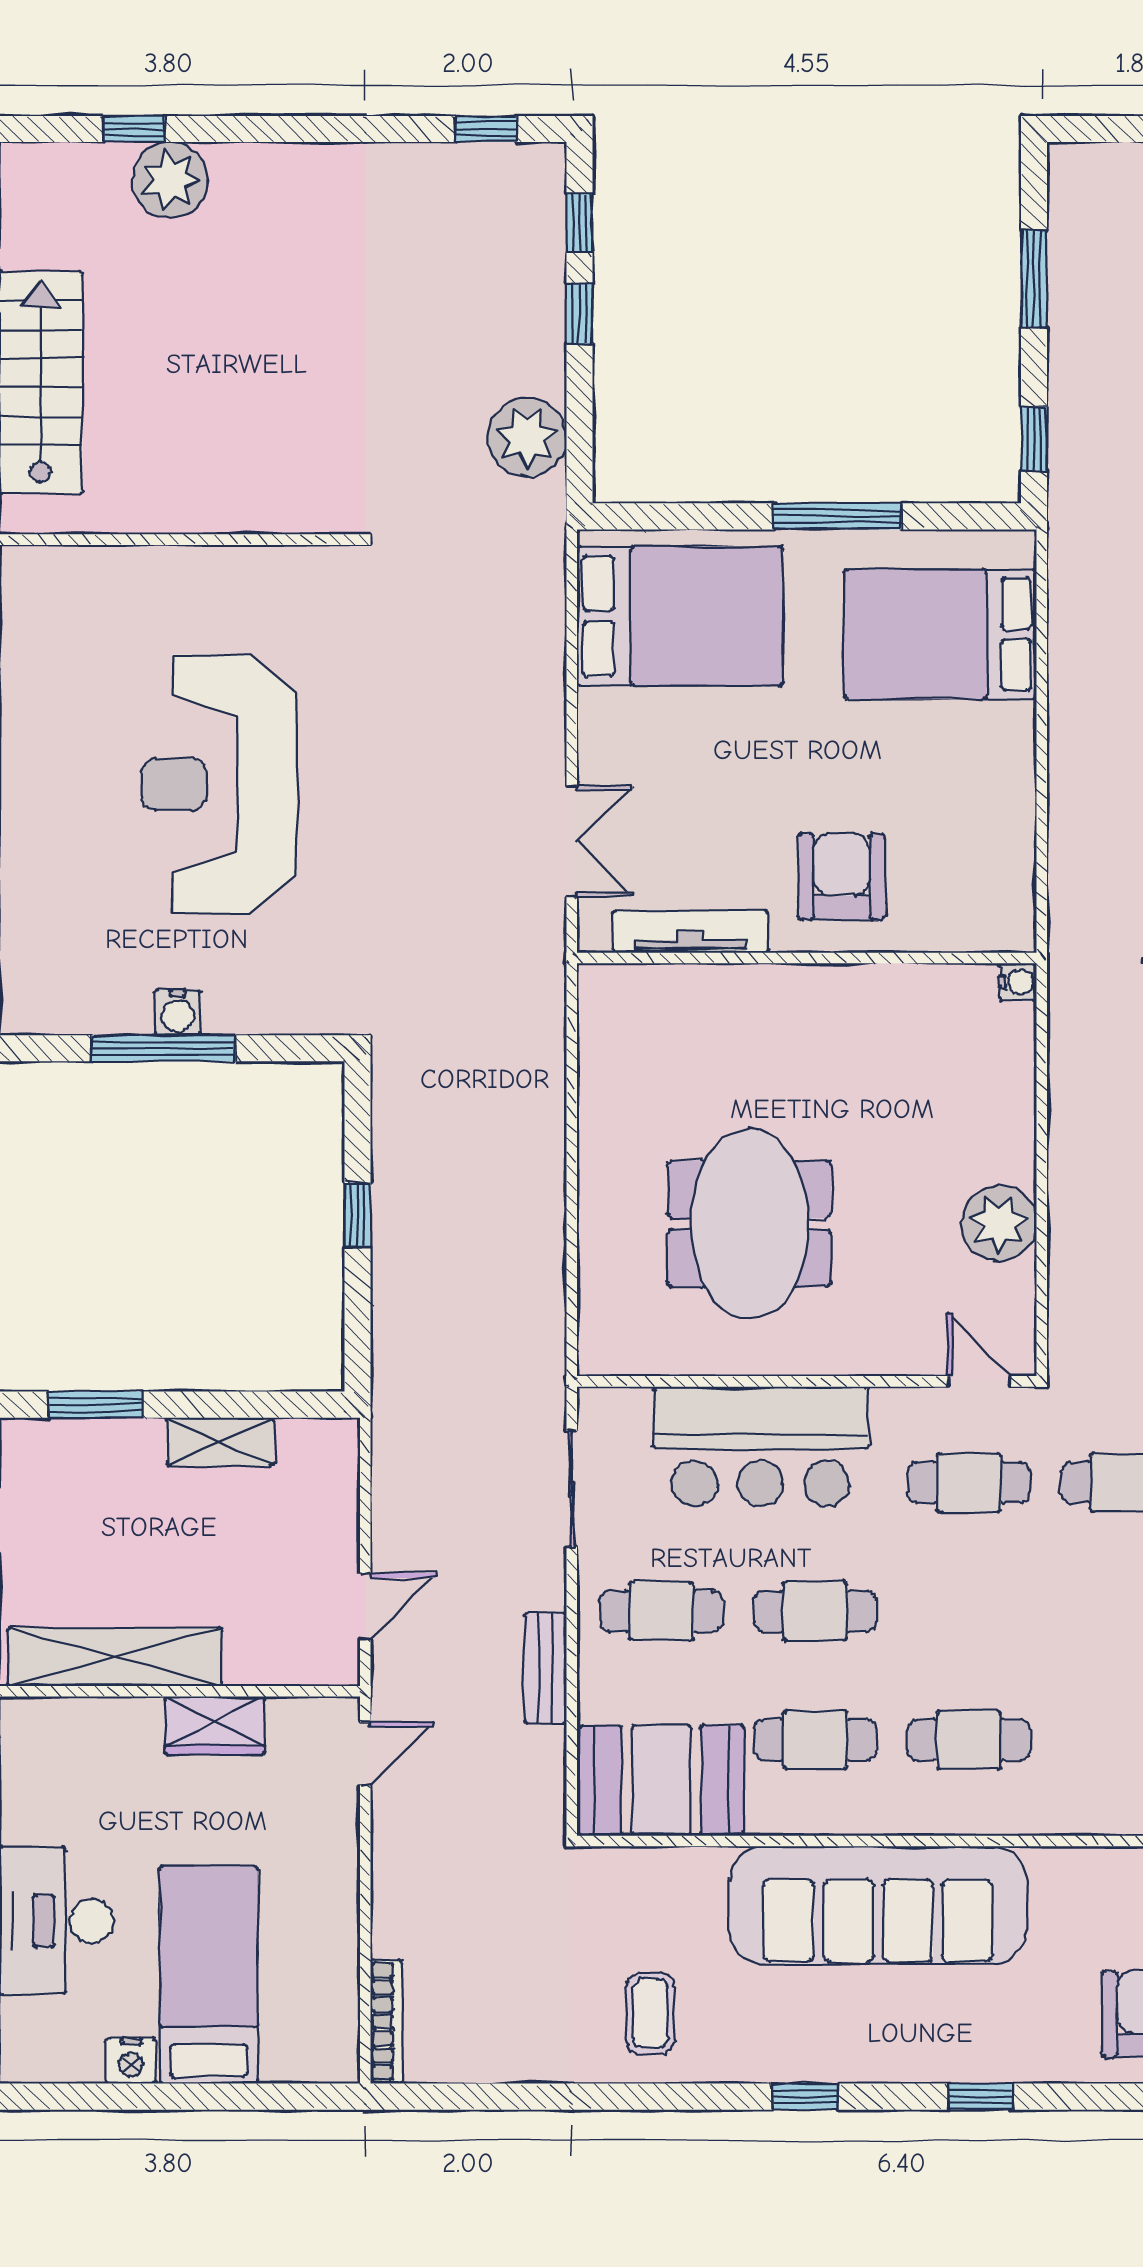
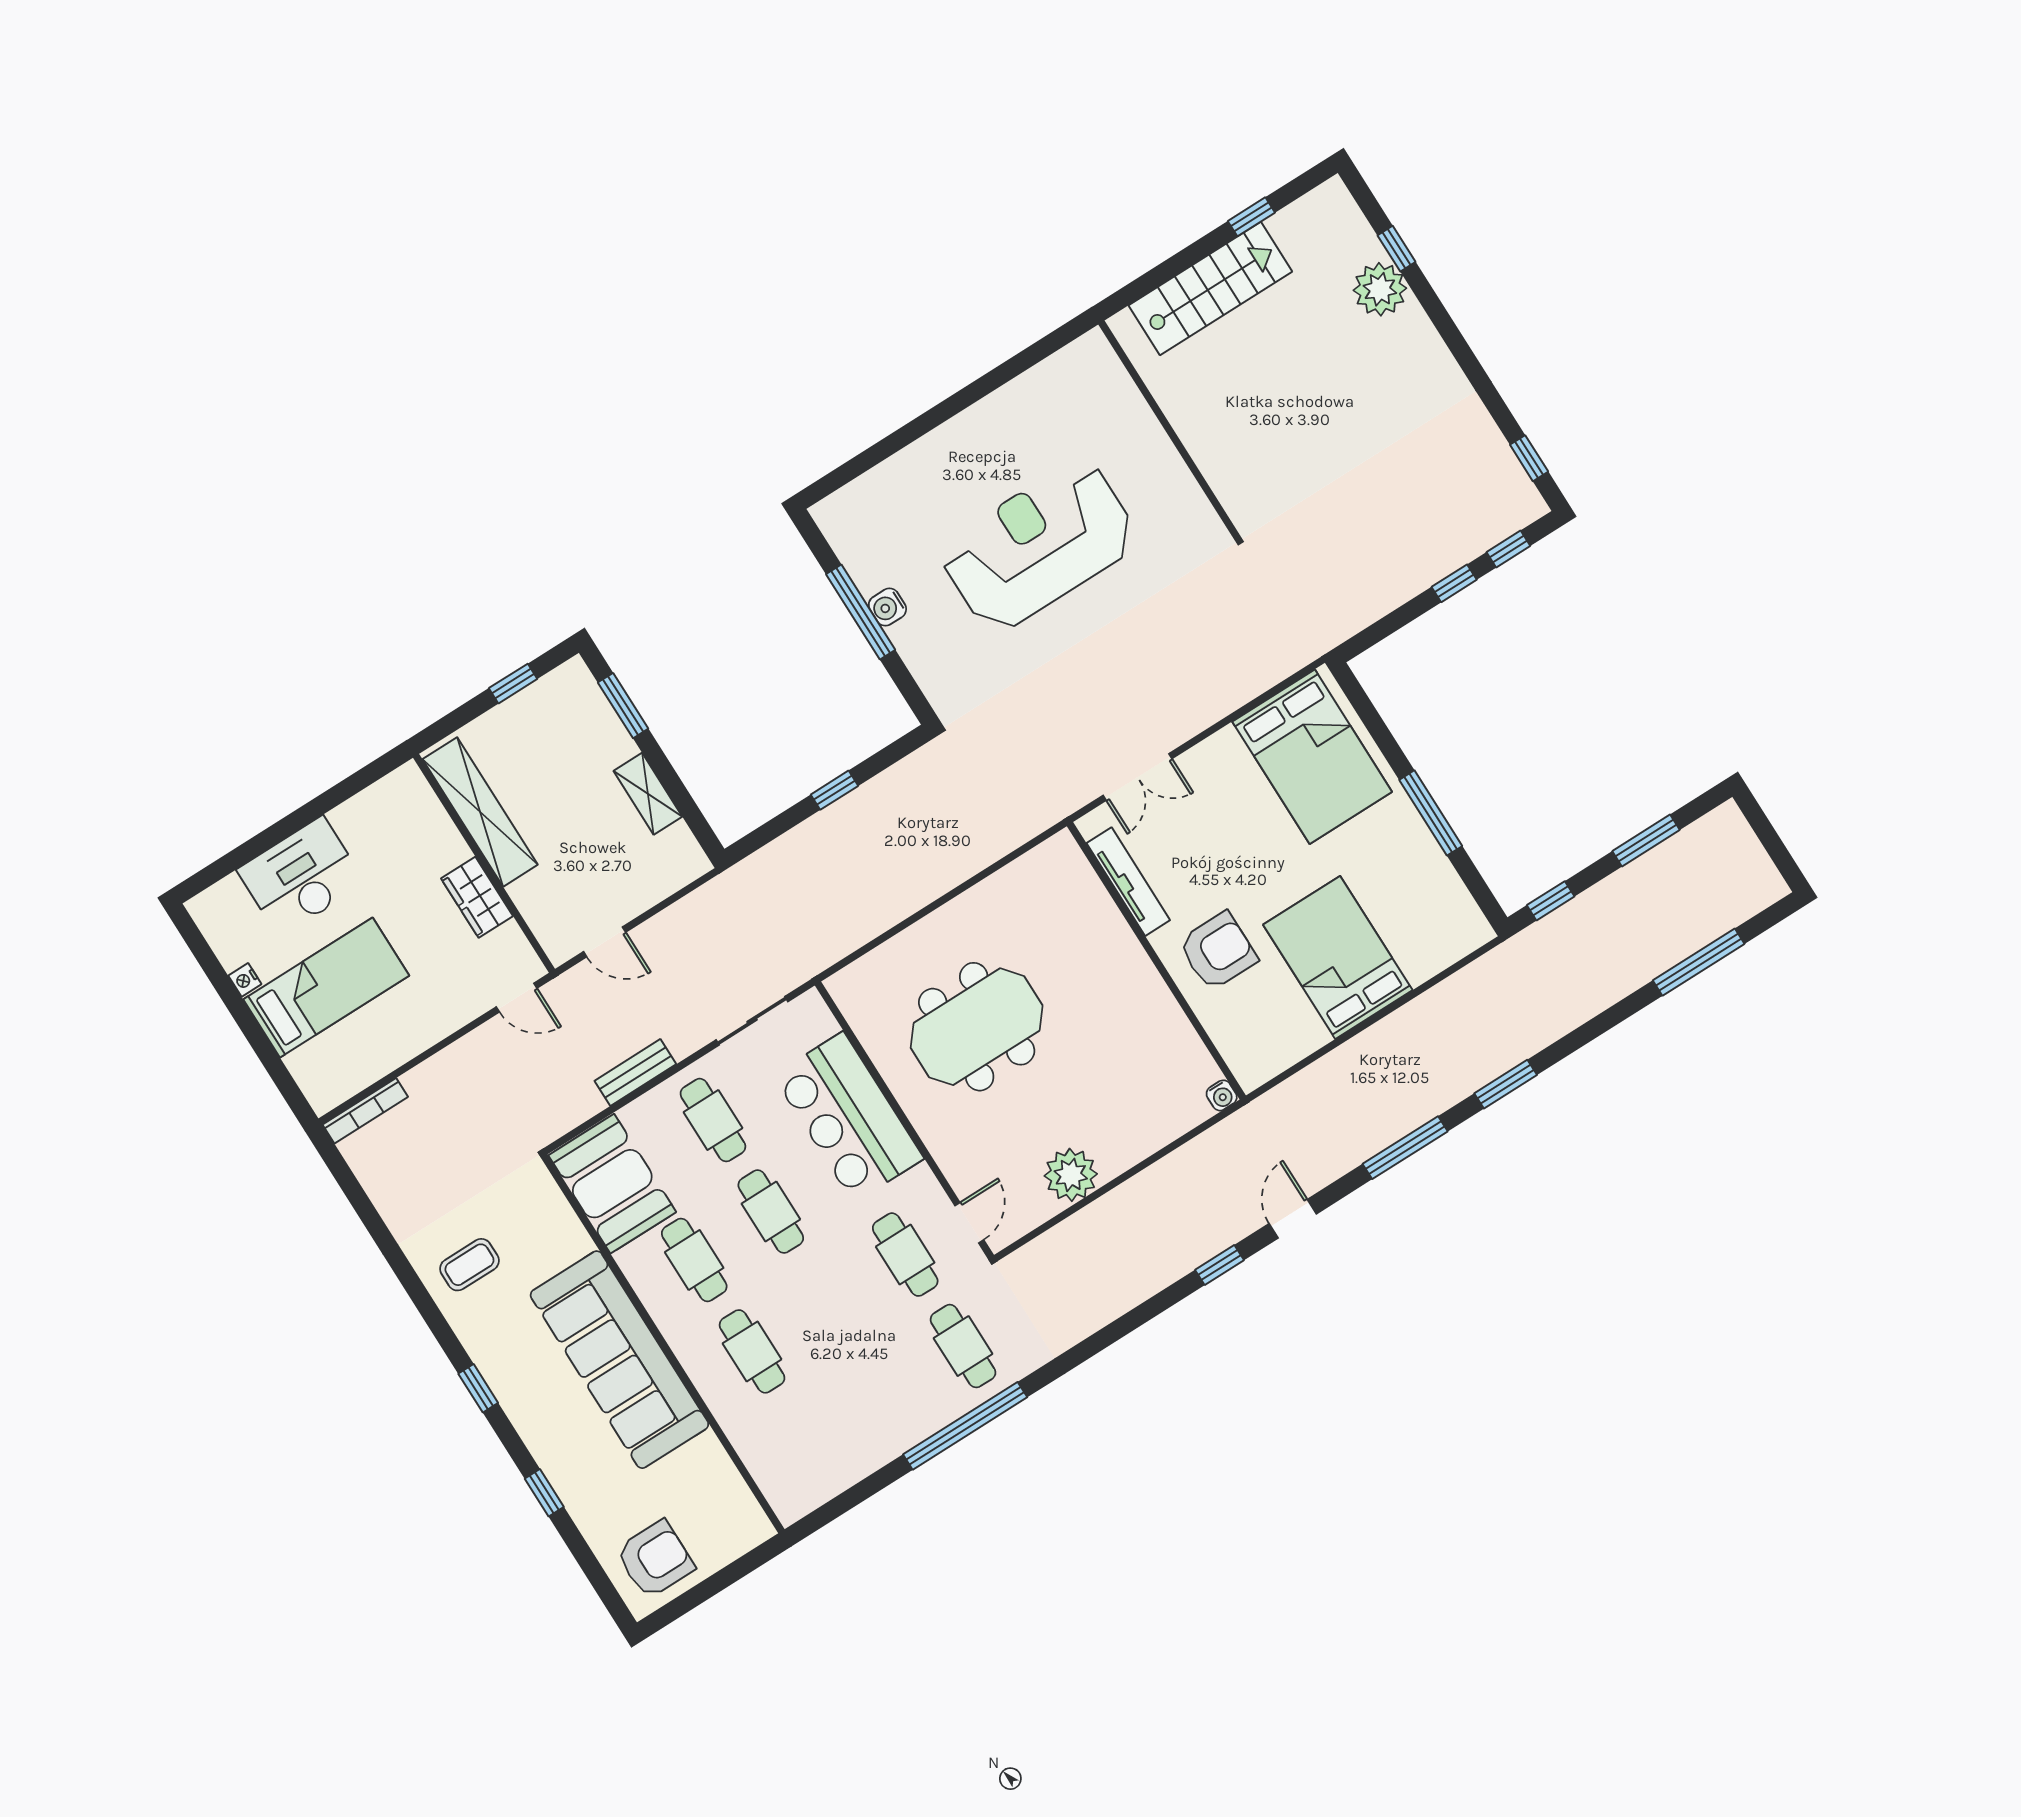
plant: (527, 437) -> (1361, 599), removed
bed: (940, 634) -> (1338, 957), moved
nightstand: (131, 2061) -> (245, 980), width x0.72, depth x0.74

